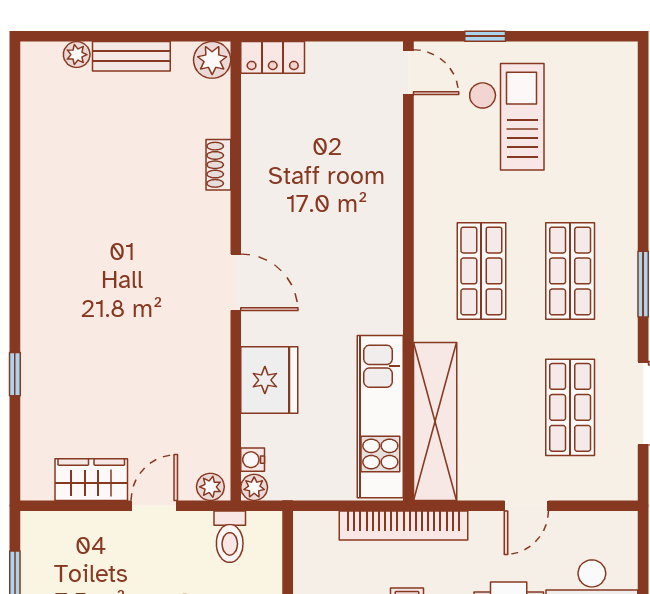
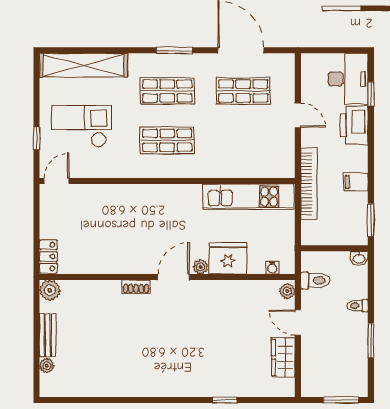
shoe rack: (218, 165) -> (136, 287), moved
shelving: (435, 421) -> (83, 65), moved
plant: (254, 487) -> (200, 267), moved

